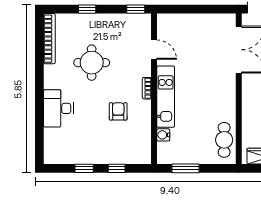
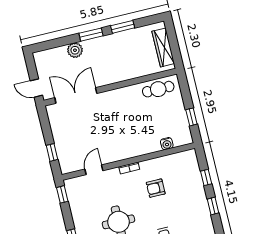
window: (184, 9) -> (52, 152), added
kitchen unit: (166, 97) -> (133, 150), removed
window: (186, 168) -> (191, 117), width x0.67

